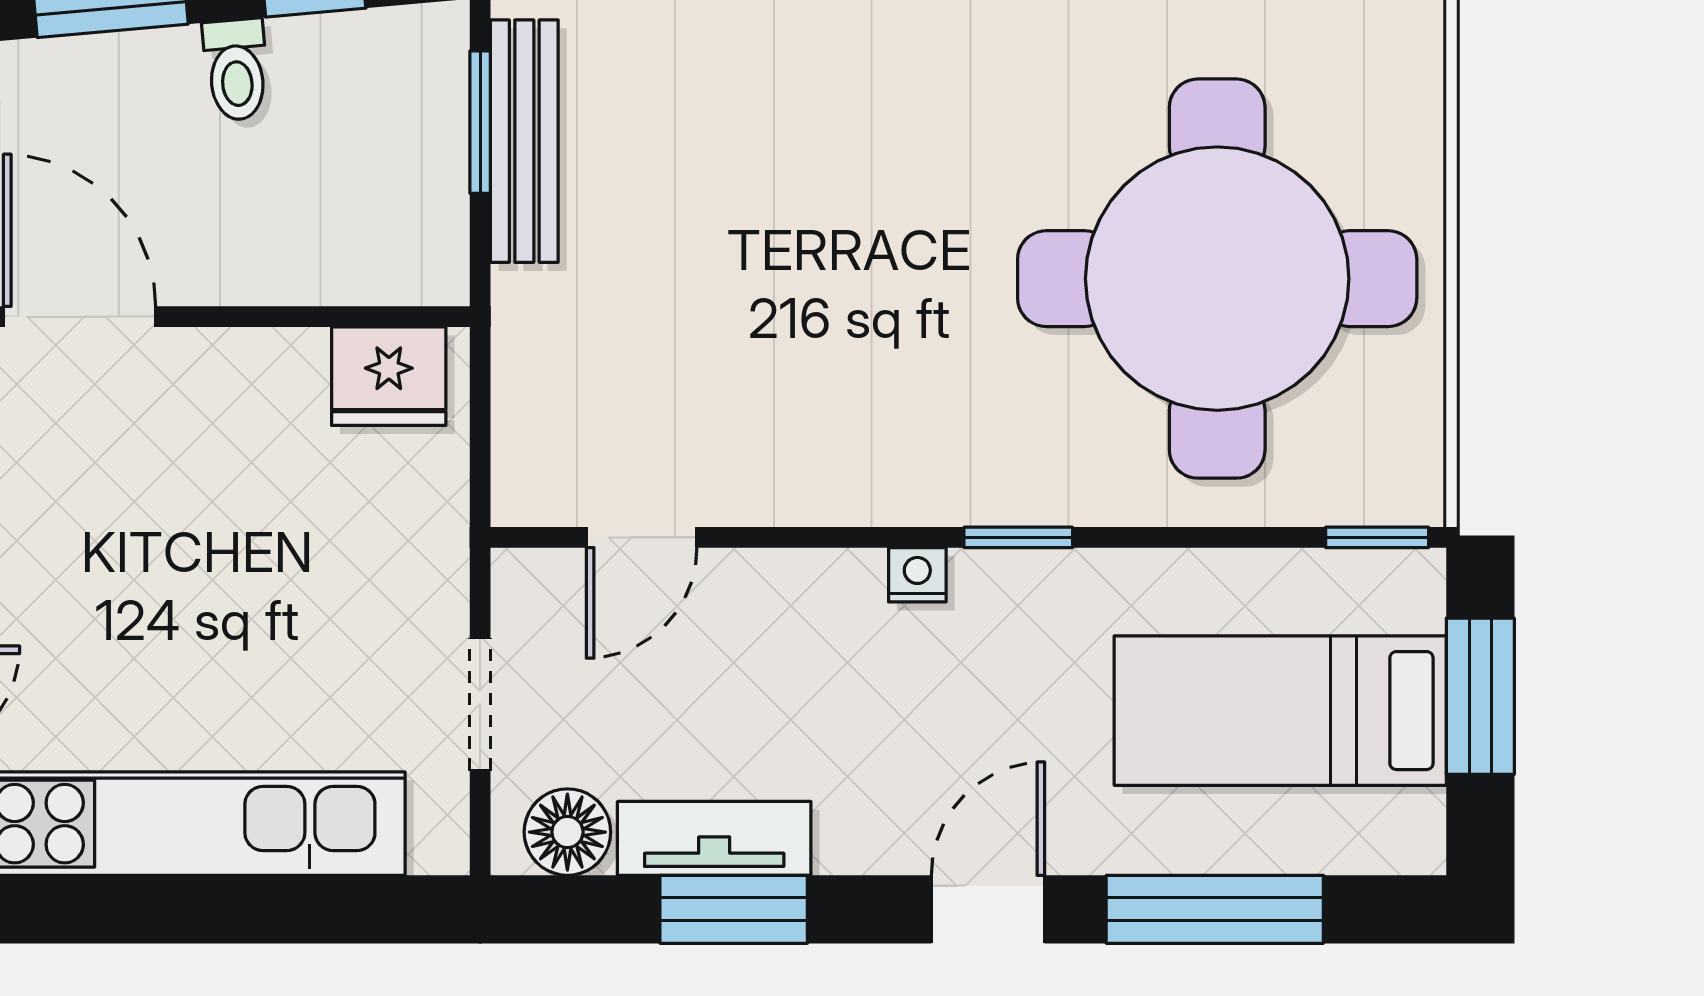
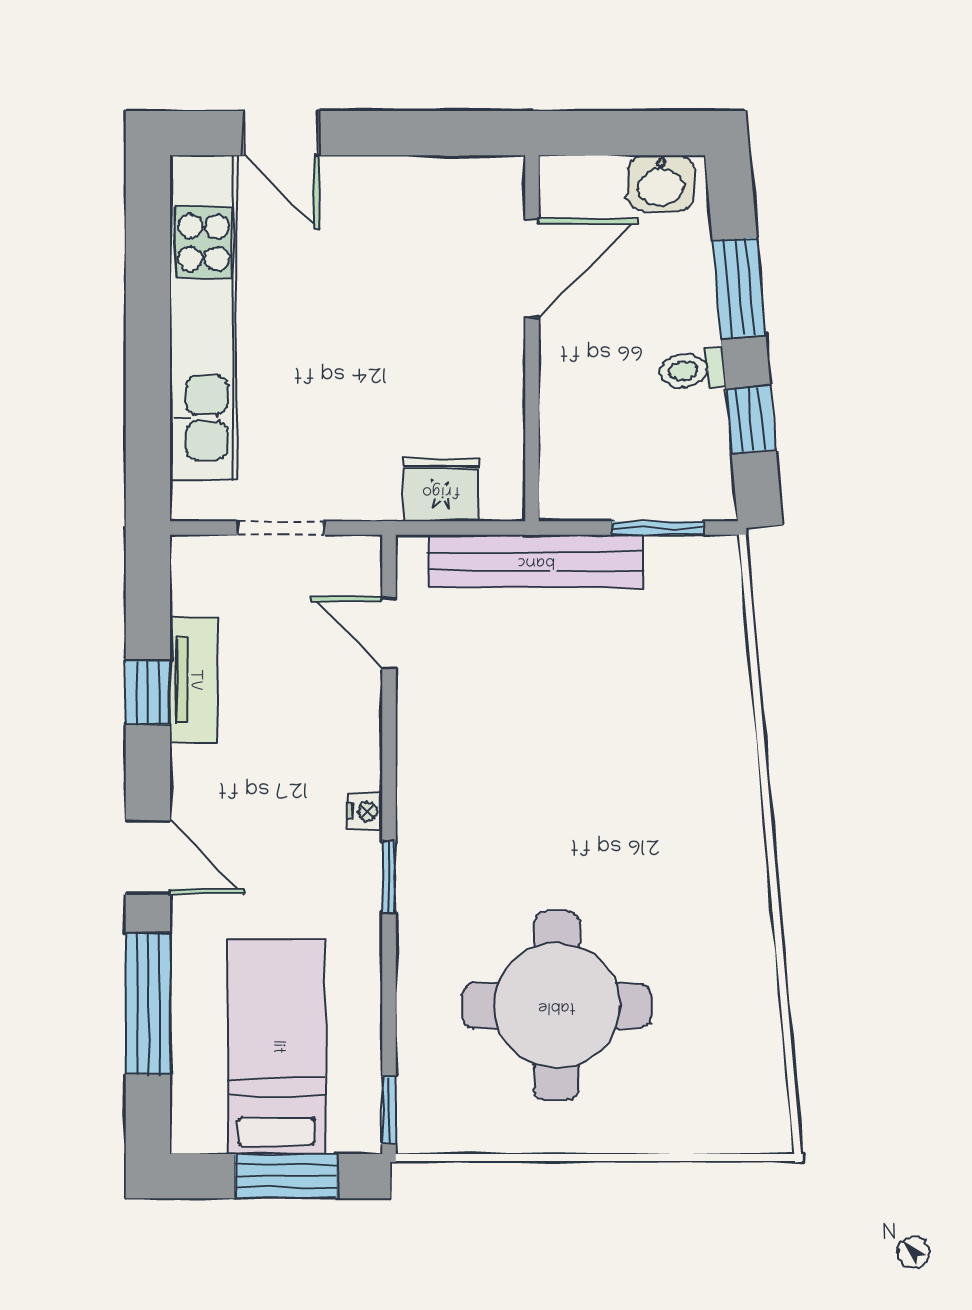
bench: (524, 141) -> (536, 561), moved, width x1.37, depth x1.21
round table: (1217, 279) -> (557, 1006), width x0.73, depth x0.73
fridge: (389, 376) -> (441, 490), moved, turned 90
floor lamp: (567, 832) -> (198, 585), removed
window: (734, 909) -> (148, 692), width x0.67

